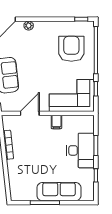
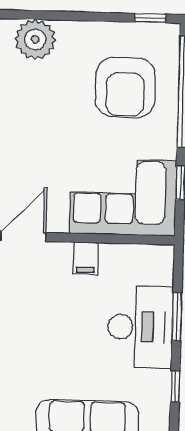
plant: (29, 26) -> (35, 40), width x1.88, depth x1.88
armchair: (71, 49) -> (125, 87), turned 180

